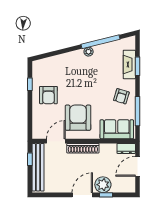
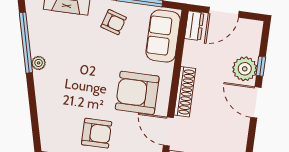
door: (137, 166) -> (224, 12), hinge flipped

